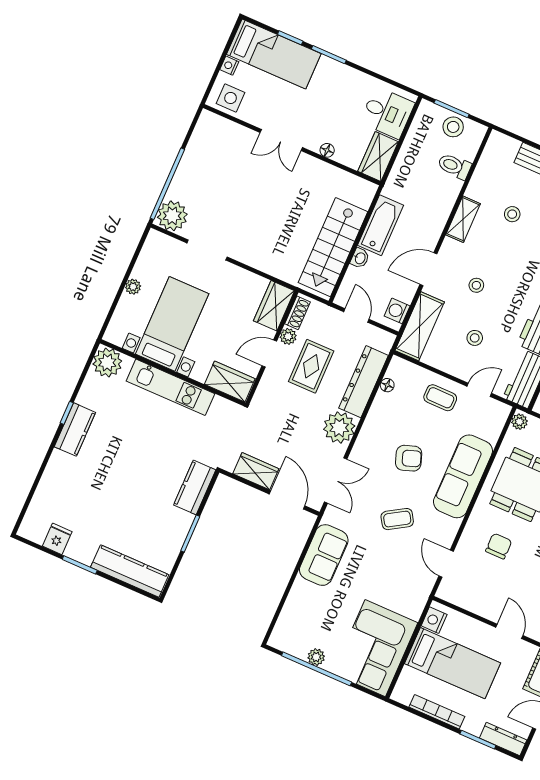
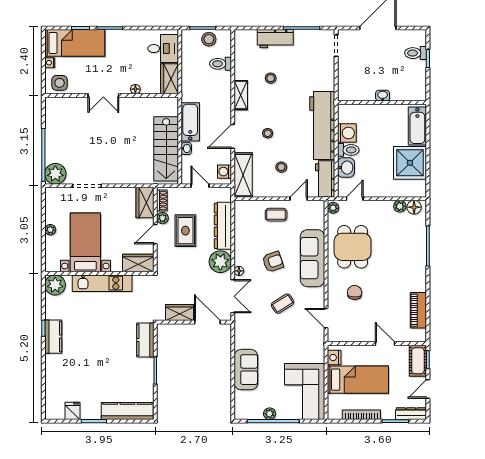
floor lamp: (387, 385) -> (239, 271), moved
sofa: (324, 555) -> (246, 370), moved

